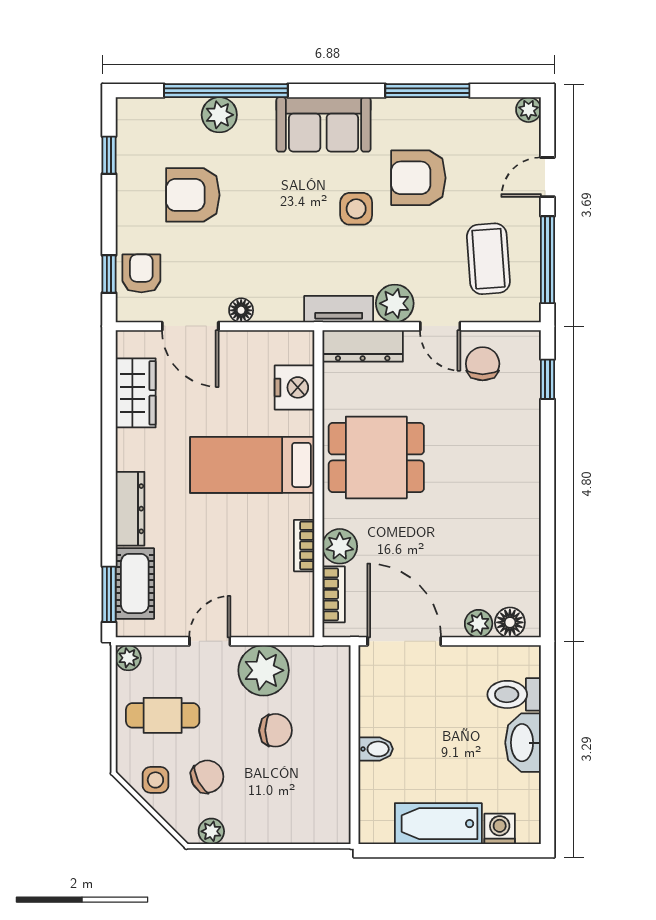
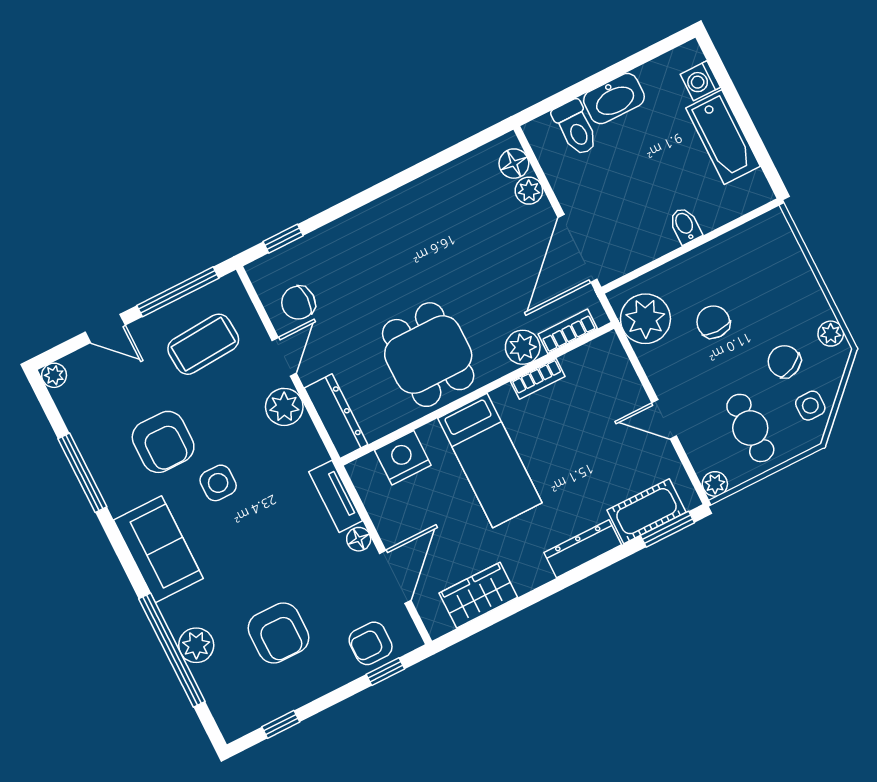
tv unit: (339, 309) -> (336, 496), moved
plant: (264, 670) -> (645, 319), moved

